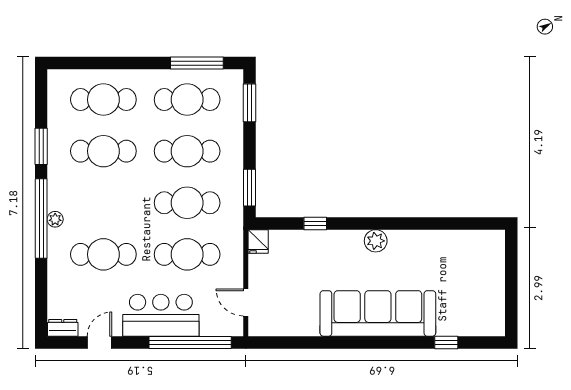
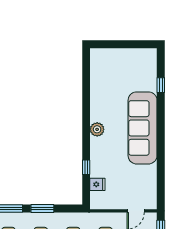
window: (249, 188) -> (42, 209), moved
fridge: (258, 242) -> (97, 184), moved

